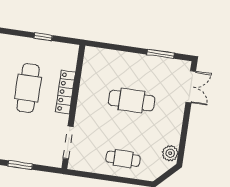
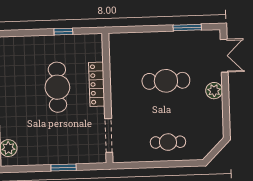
plant: (170, 153) -> (214, 91), moved

